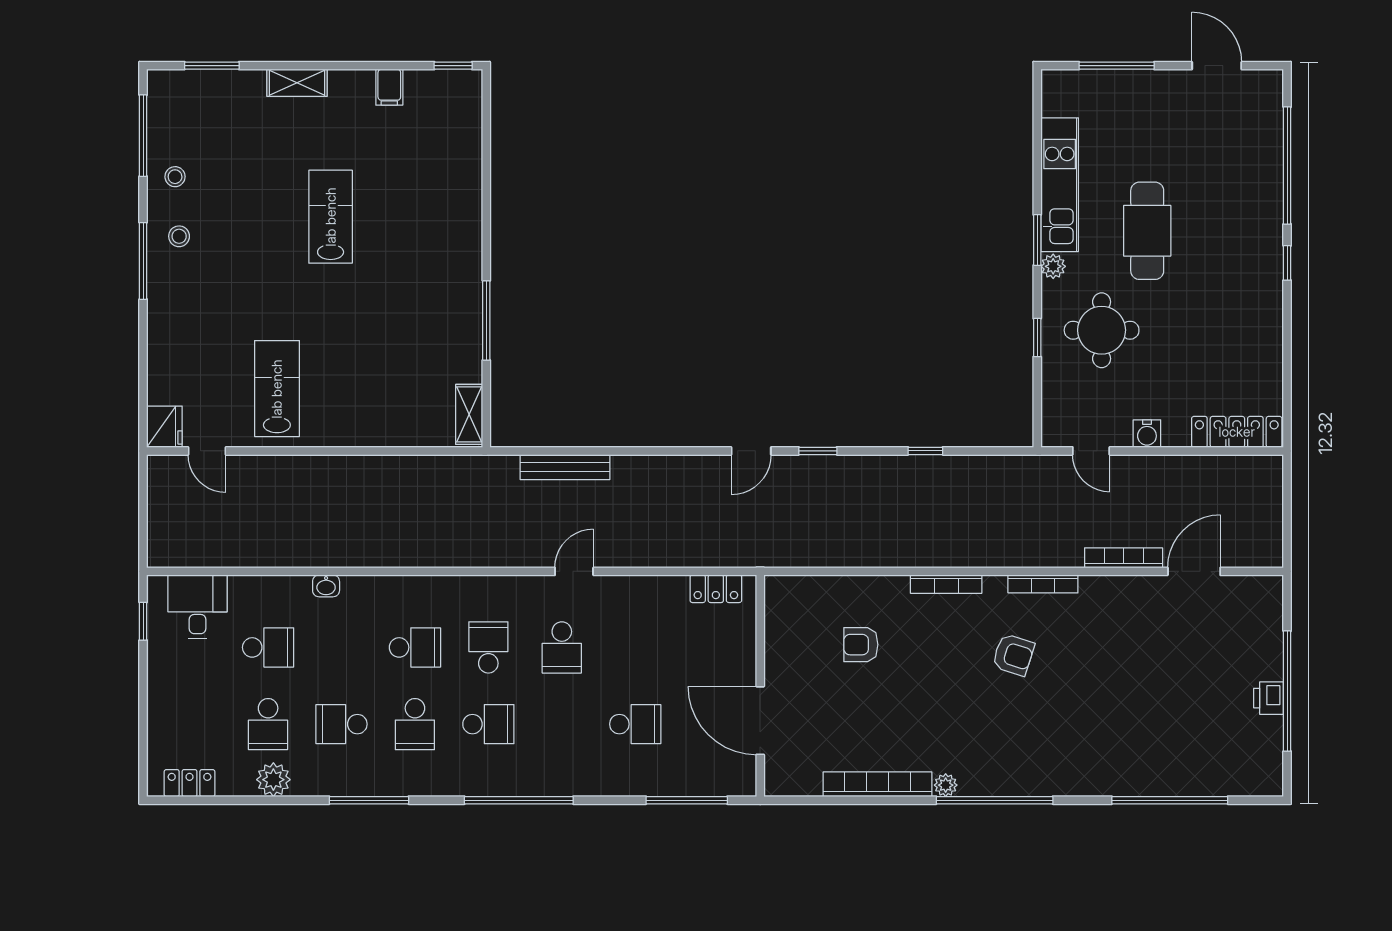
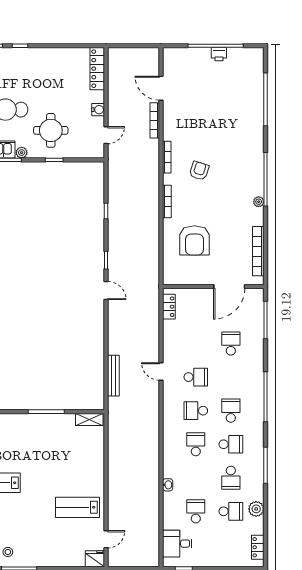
armchair: (861, 645) -> (194, 240), width x1.88, depth x1.88
bookcase: (877, 784) -> (258, 251), moved

